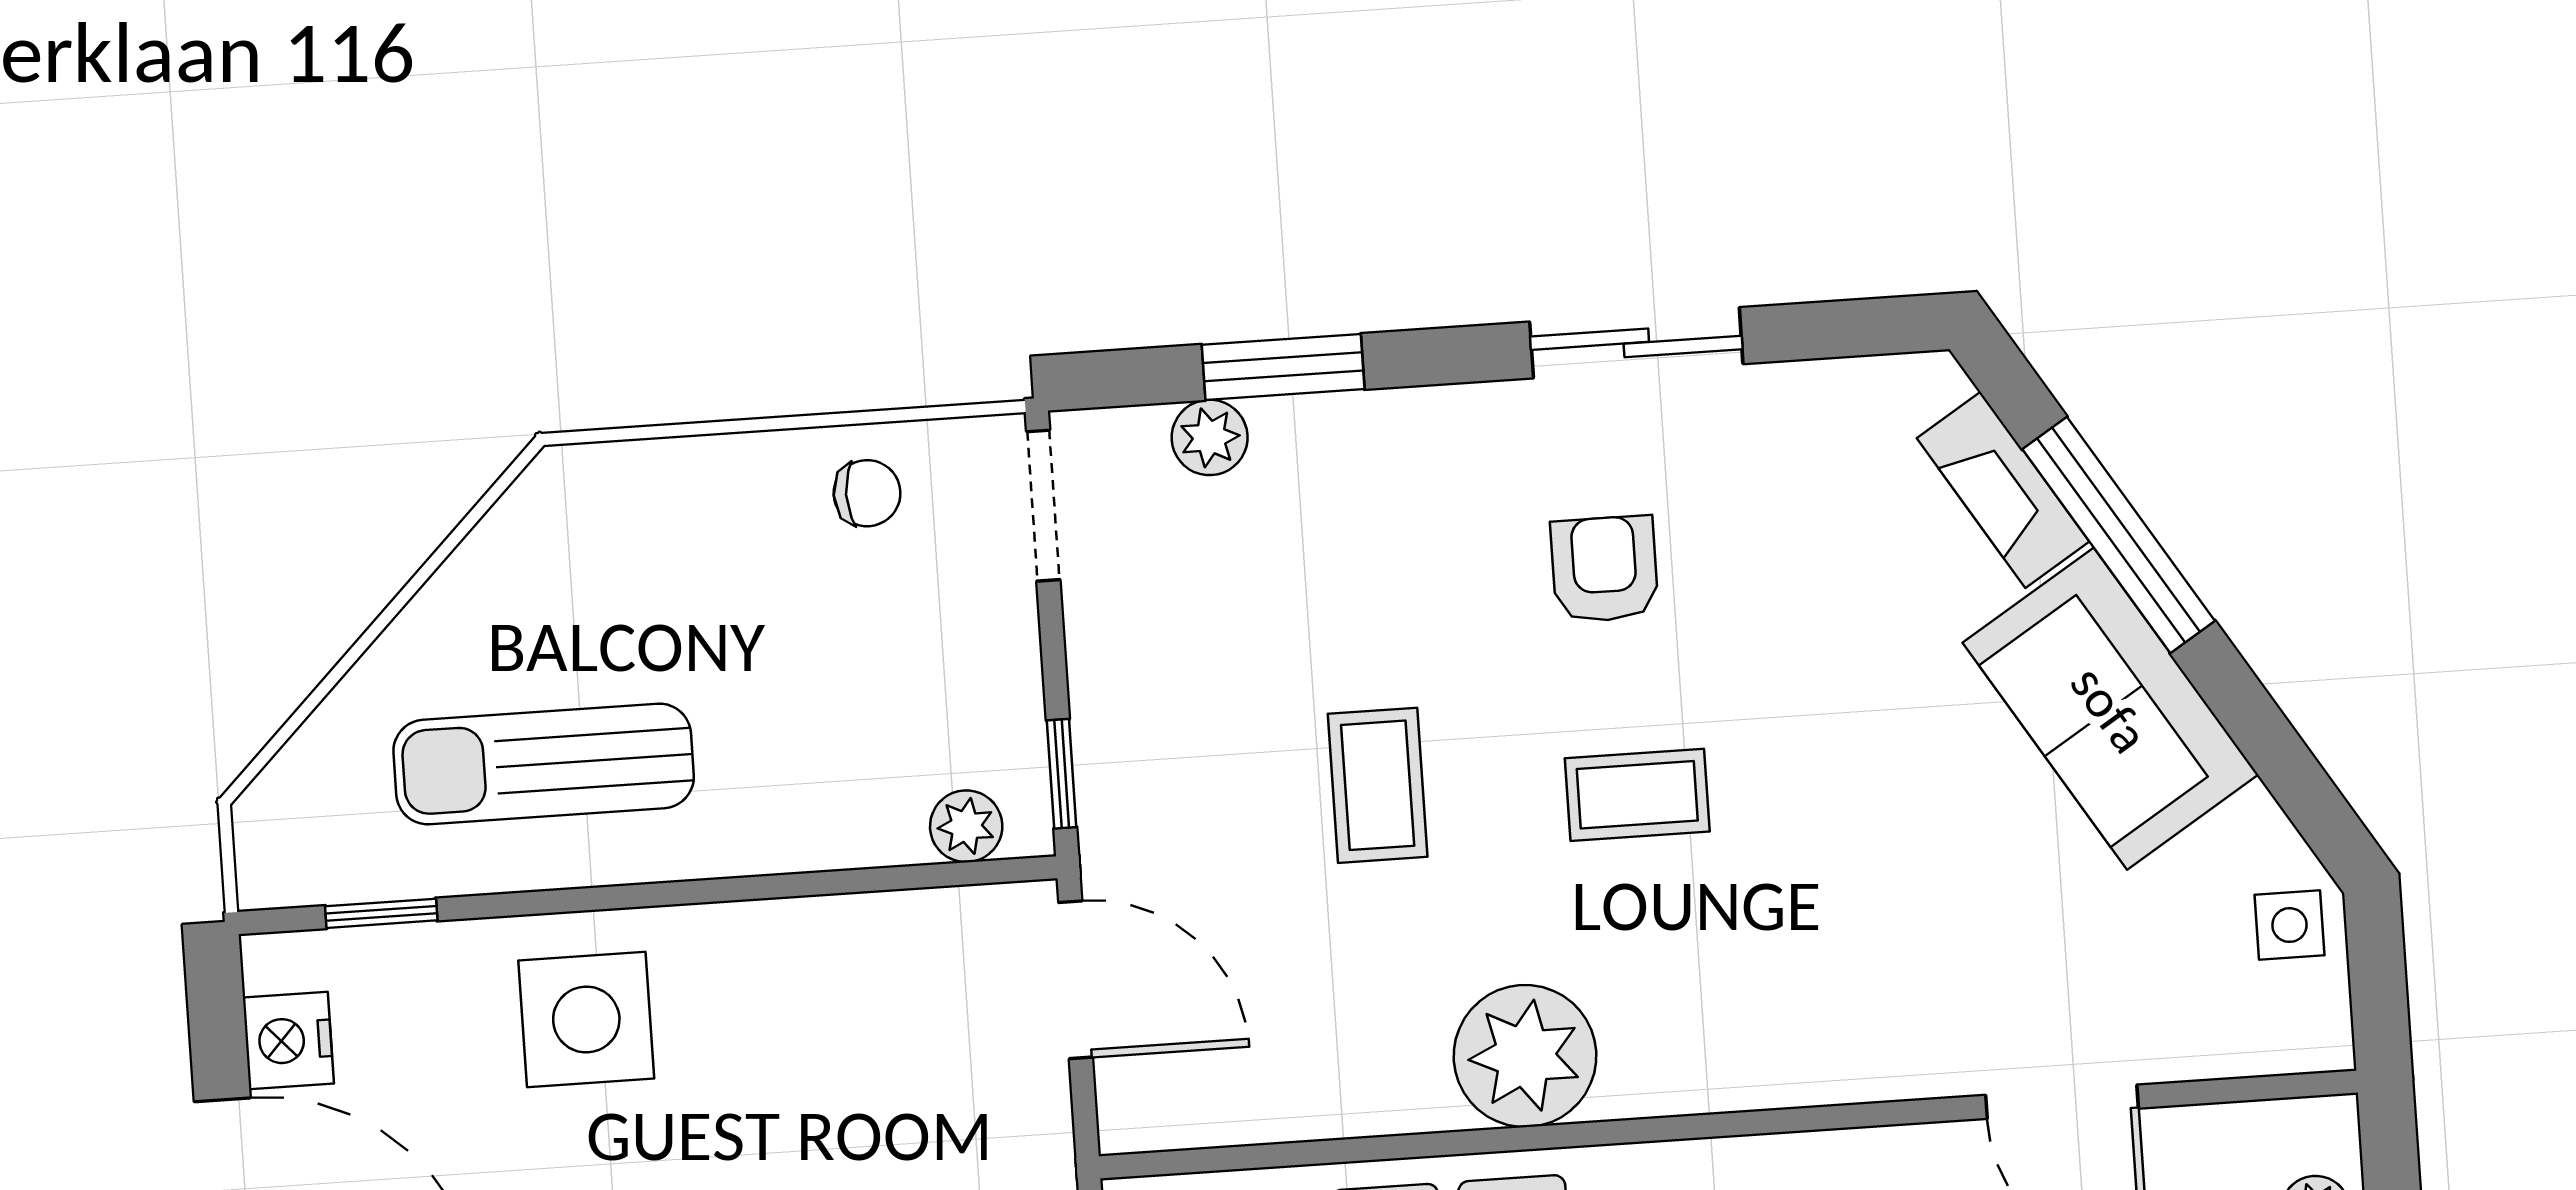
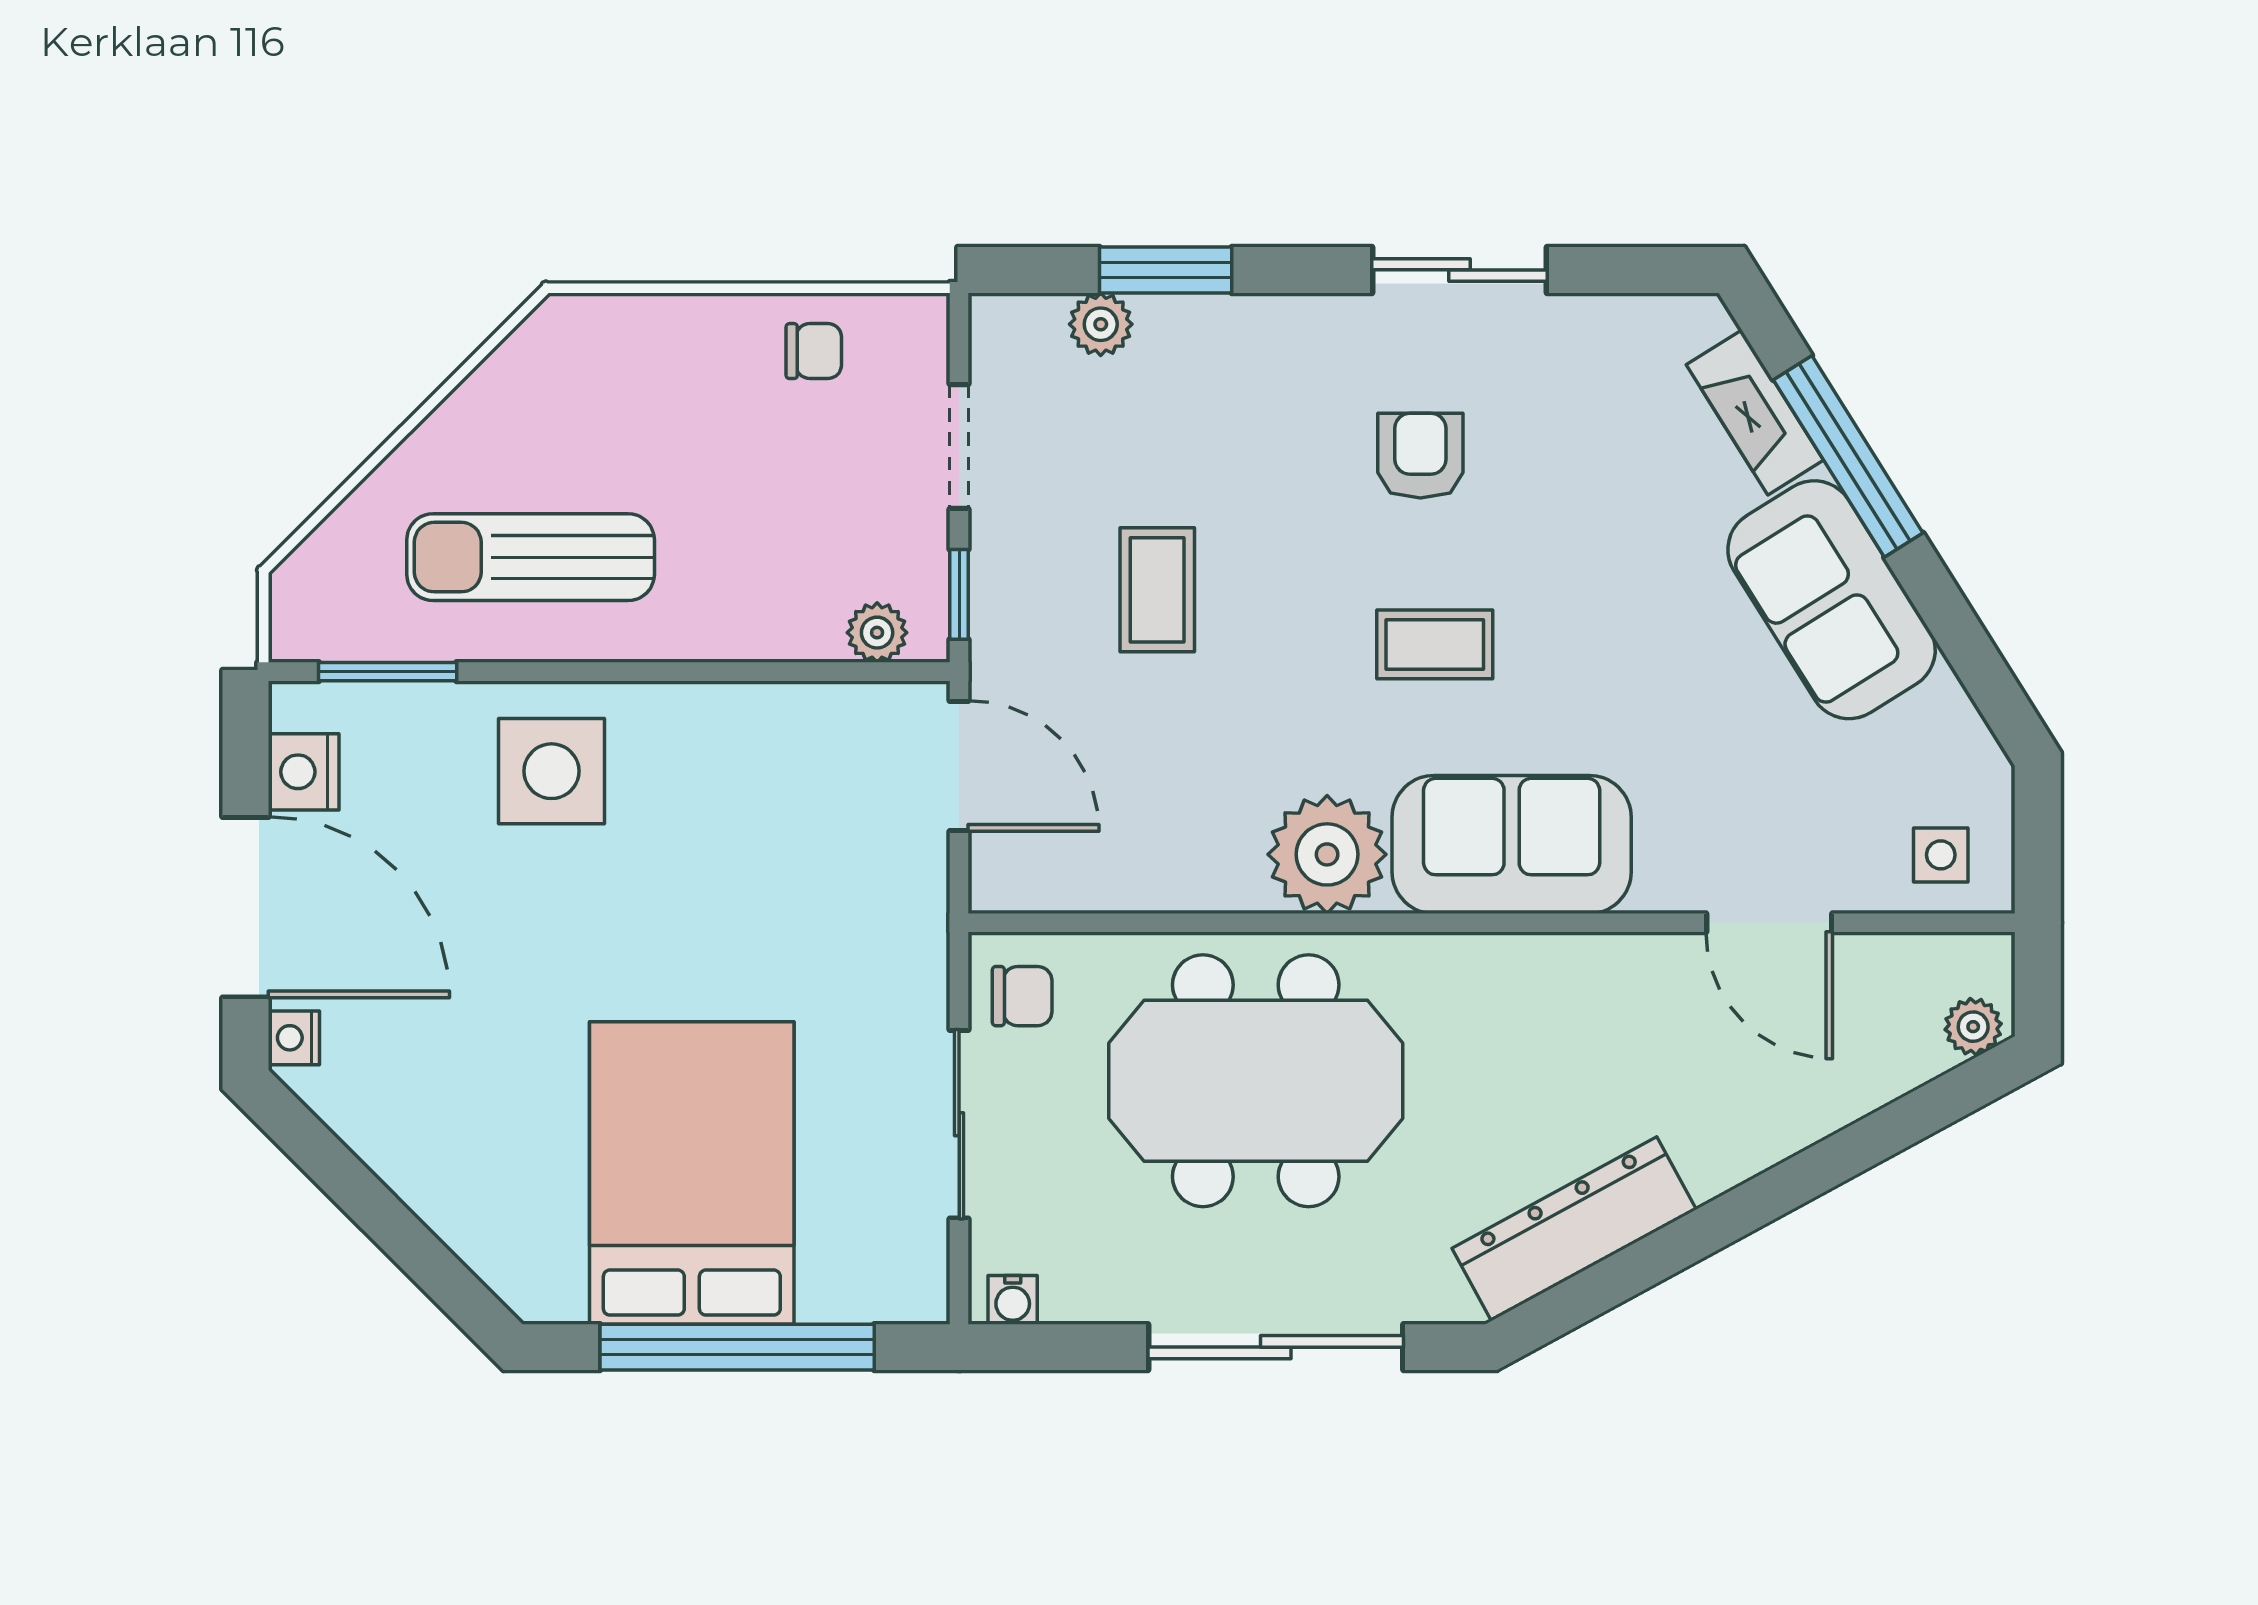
doorway: (1043, 506) -> (959, 447), moved
coffee table: (1378, 785) -> (1157, 590), moved
window: (381, 913) -> (388, 672), width x1.50
side table: (2289, 925) -> (1941, 855), moved
sofa: (1746, 1029) -> (1512, 844), added

